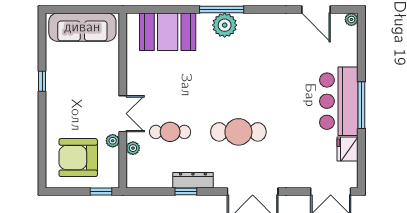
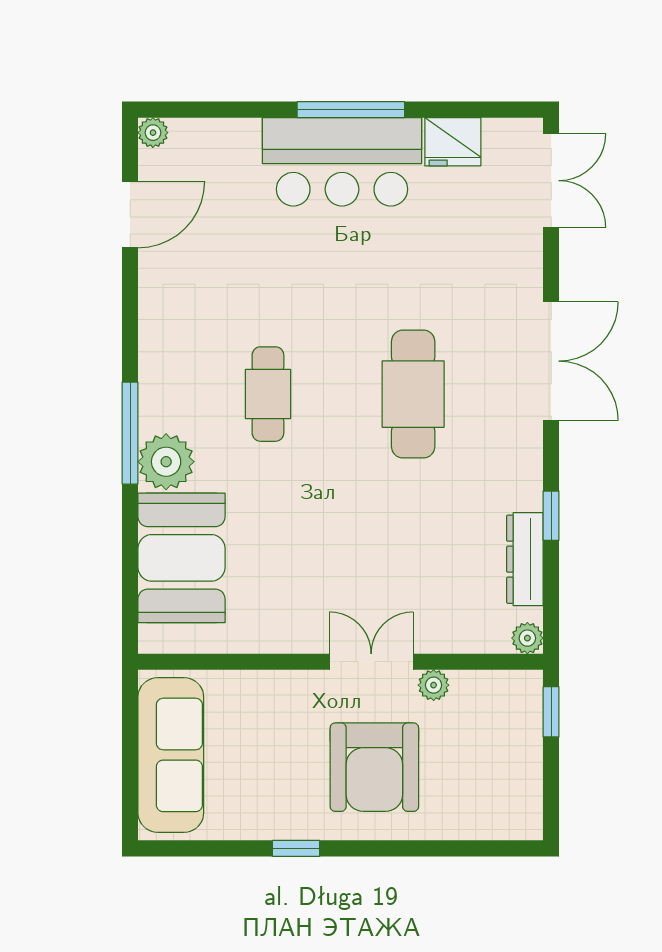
plant: (225, 25) -> (166, 462), moved
cafe table: (170, 132) -> (268, 394), moved
plant: (133, 148) -> (527, 638), moved
armchair: (78, 158) -> (374, 767), moved
dresser: (193, 180) -> (525, 559), moved

